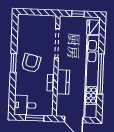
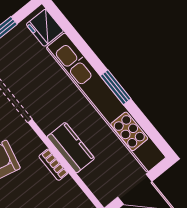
window: (101, 74) -> (116, 87), width x0.47

